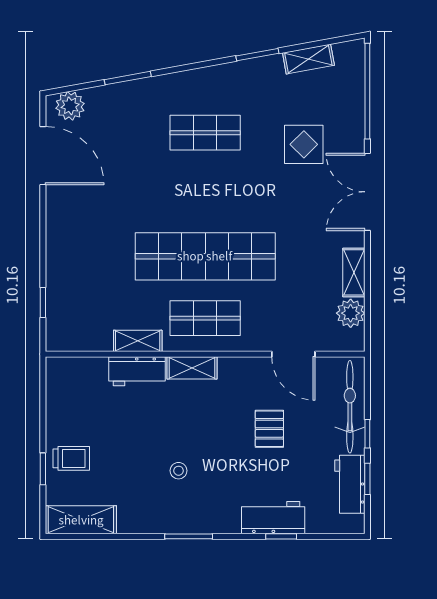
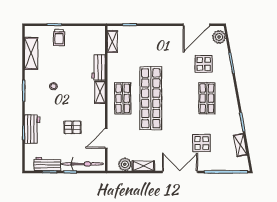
display table: (129, 140) -> (204, 64), added
shelving: (138, 341) -> (112, 42), moved
shelving: (81, 520) -> (31, 53), moved

